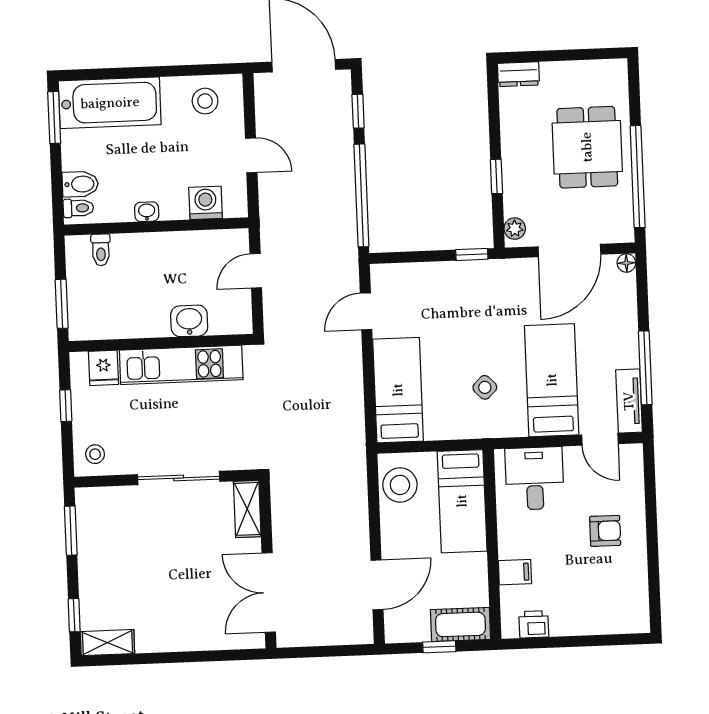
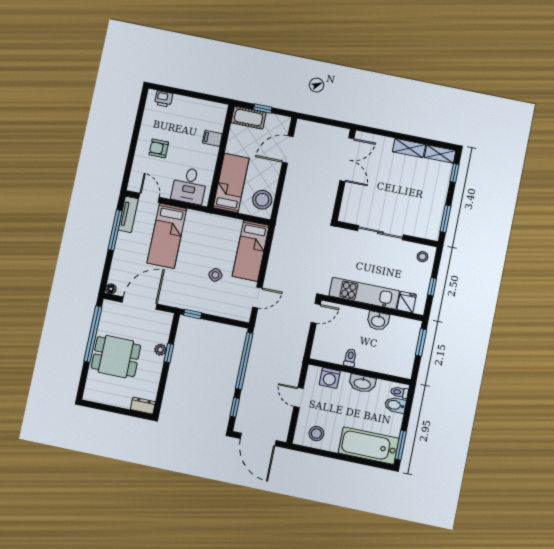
dining table: (587, 147) -> (116, 357), turned 90
washbasin: (147, 212) -> (362, 383), width x1.91, depth x1.45
plant: (515, 229) -> (160, 350), moved
toilet: (101, 250) -> (350, 358), moved
door: (256, 271) -> (316, 313), moved
washbasin: (189, 321) -> (378, 321), moved
side table: (485, 387) -> (215, 275), moved
shelving: (247, 509) -> (409, 148), moved, turned 90
printer: (534, 624) -> (164, 99), moved

